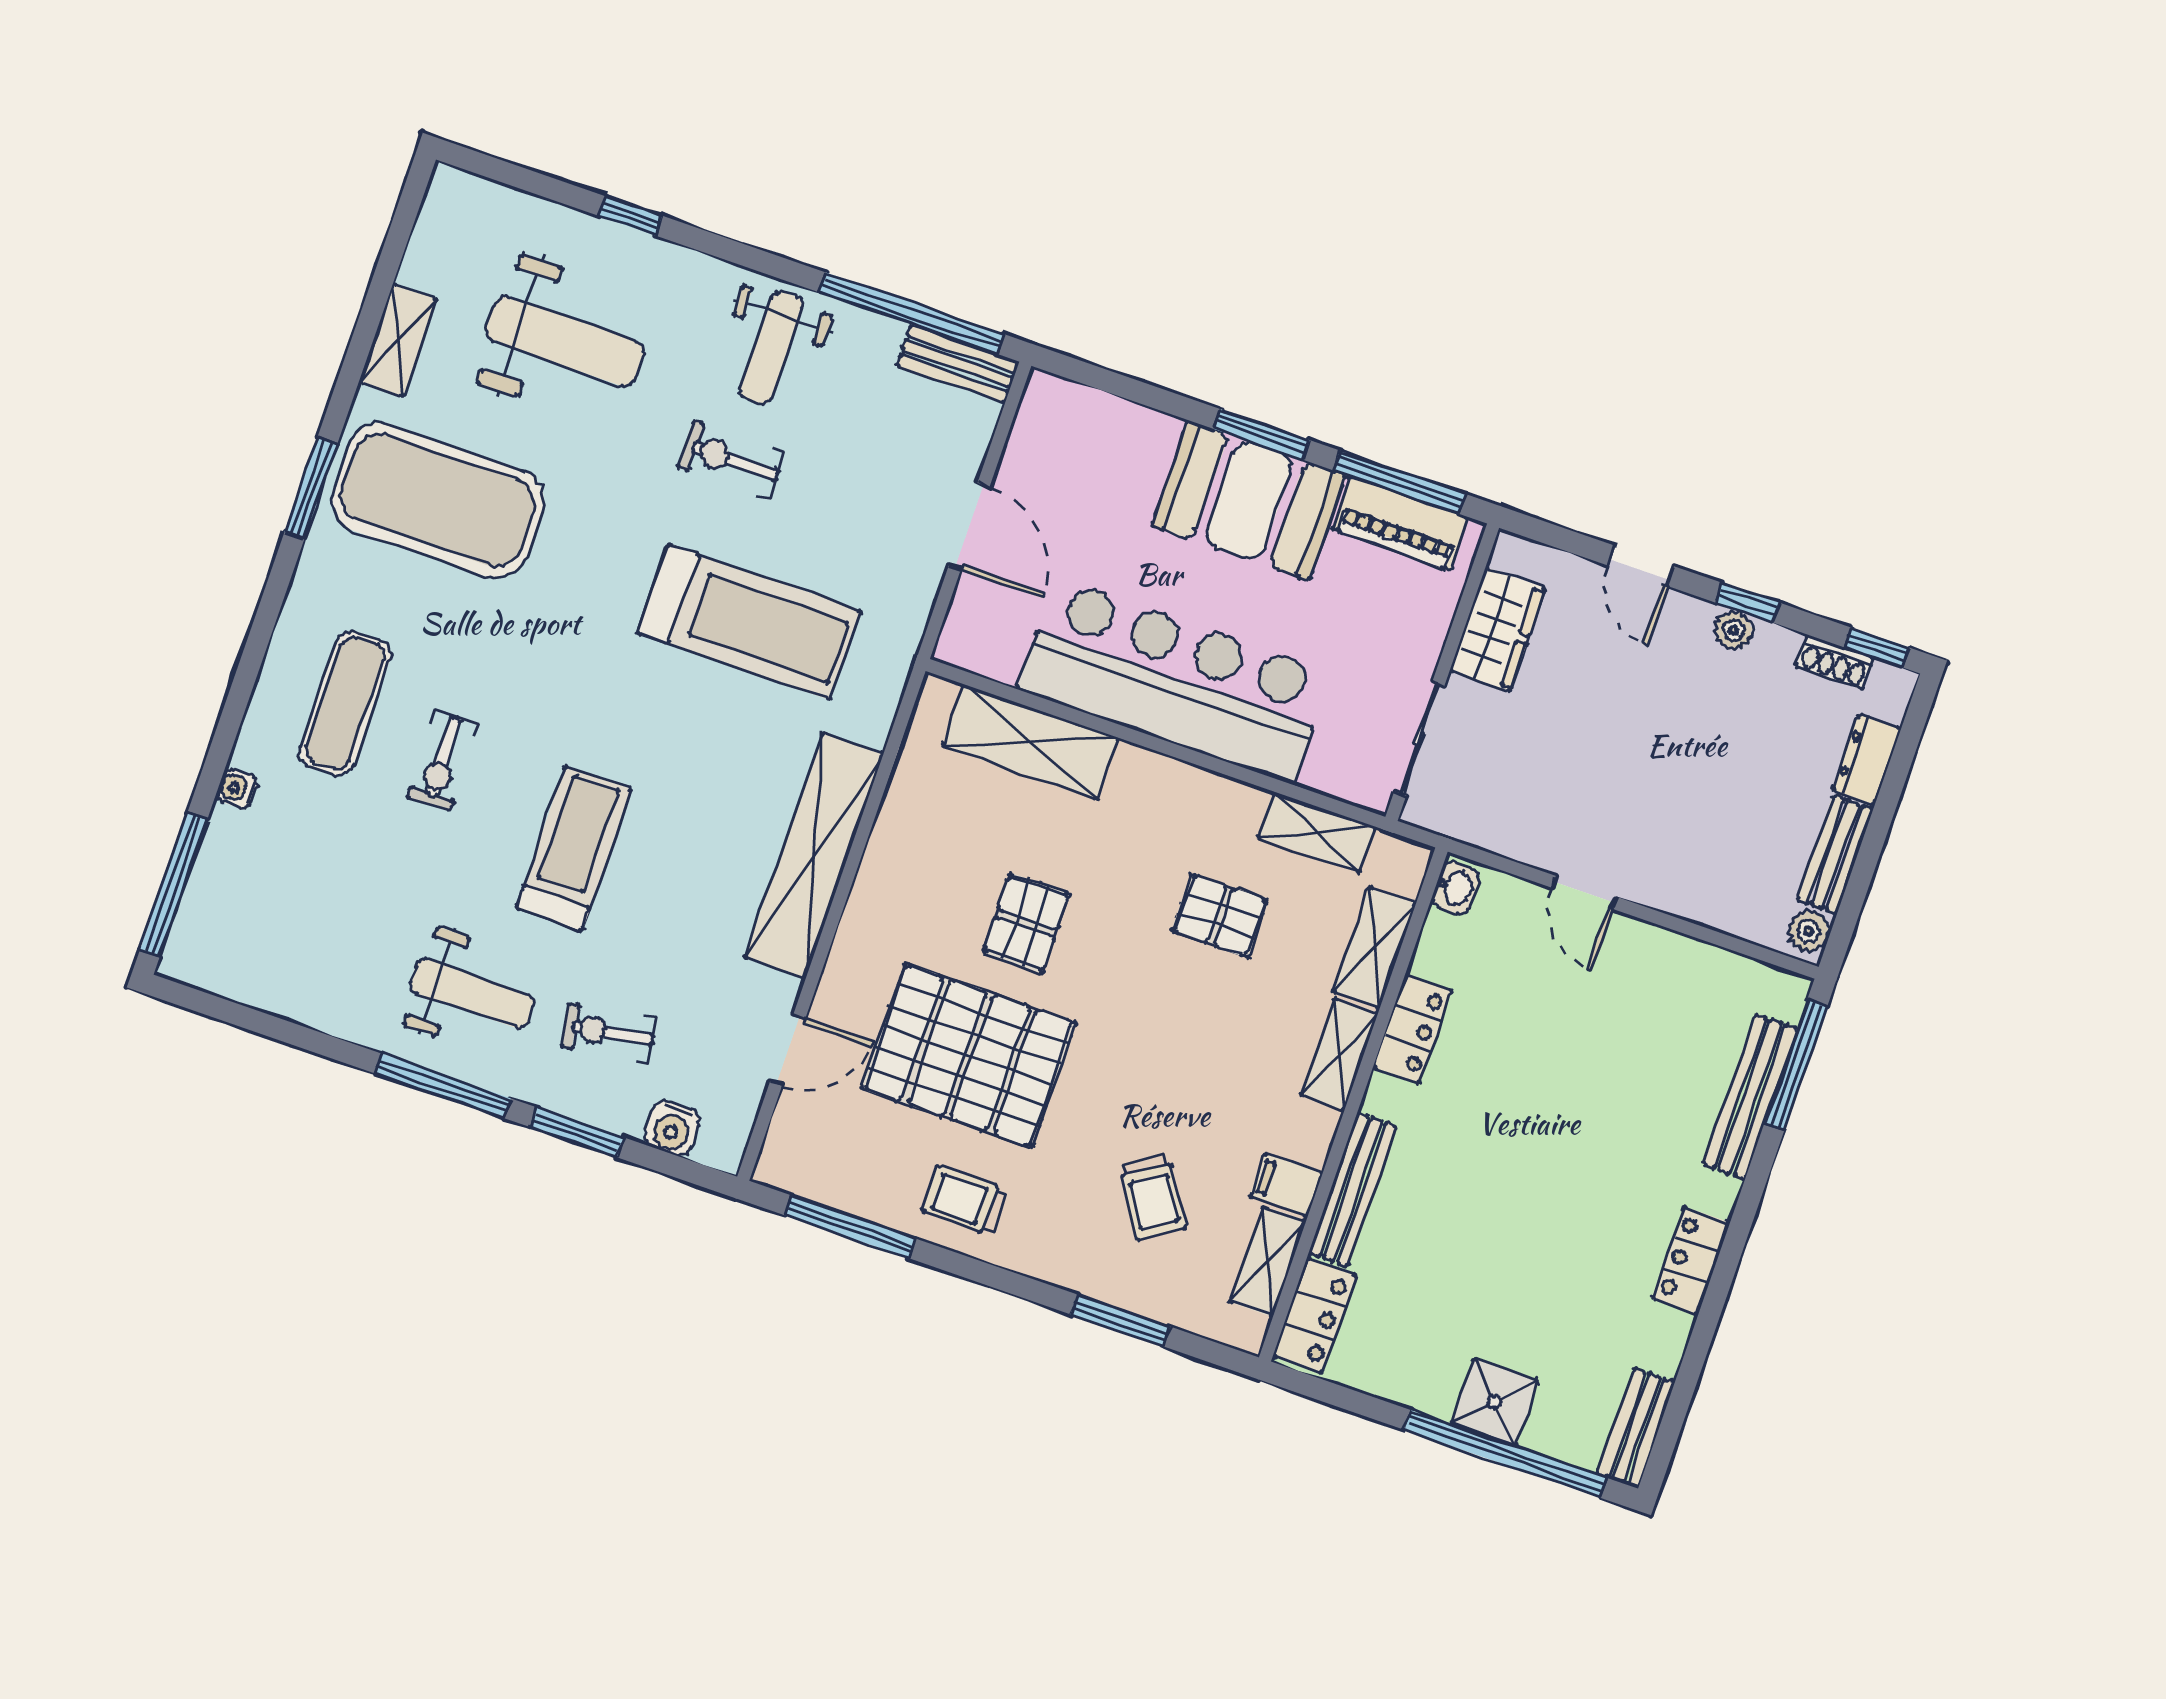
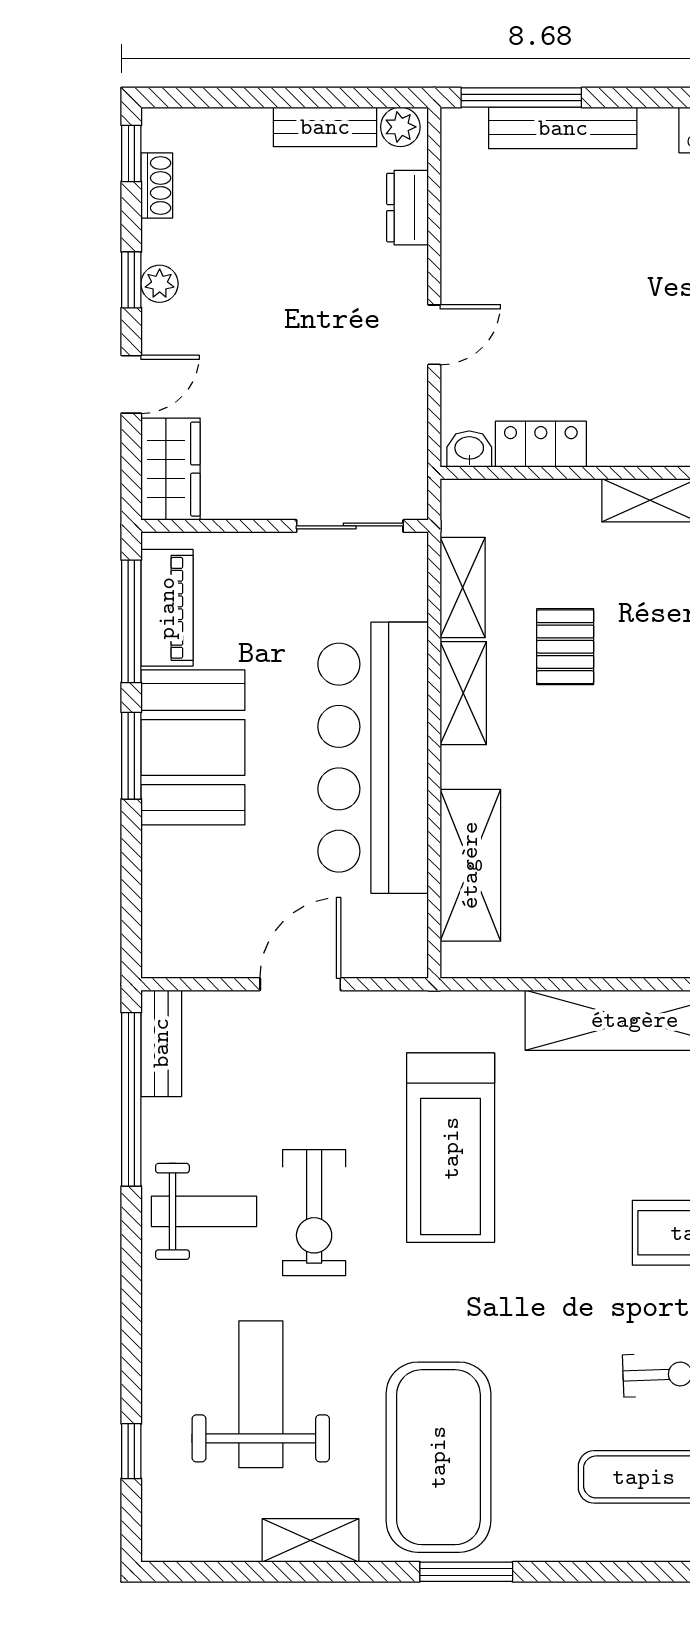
window: (630, 216) -> (131, 1451), moved
exercise bike: (731, 460) -> (314, 1213), width x1.38, depth x1.39
treadmill: (749, 622) -> (451, 1148), turned 180
wardrobe: (1498, 630) -> (171, 469), moved, turned 90
dresser: (1867, 759) -> (408, 208), moved, turned 90
pallet: (1026, 923) -> (630, 814), removed
shelving: (1374, 948) -> (463, 693), moved, turned 90
locker: (1412, 1029) -> (541, 444), moved

